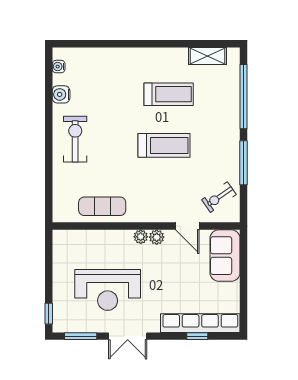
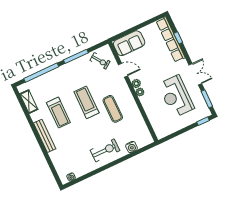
bench: (142, 55) -> (45, 136), added
water cooler: (61, 94) -> (132, 147), moved
treadmill: (169, 94) -> (58, 113), turned 180
exercise bike: (75, 139) -> (105, 150), turned 180
exercise mat: (102, 206) -> (113, 109), moved
door: (187, 226) -> (123, 70), hinge flipped
reception desk: (108, 290) -> (176, 96), turned 180

